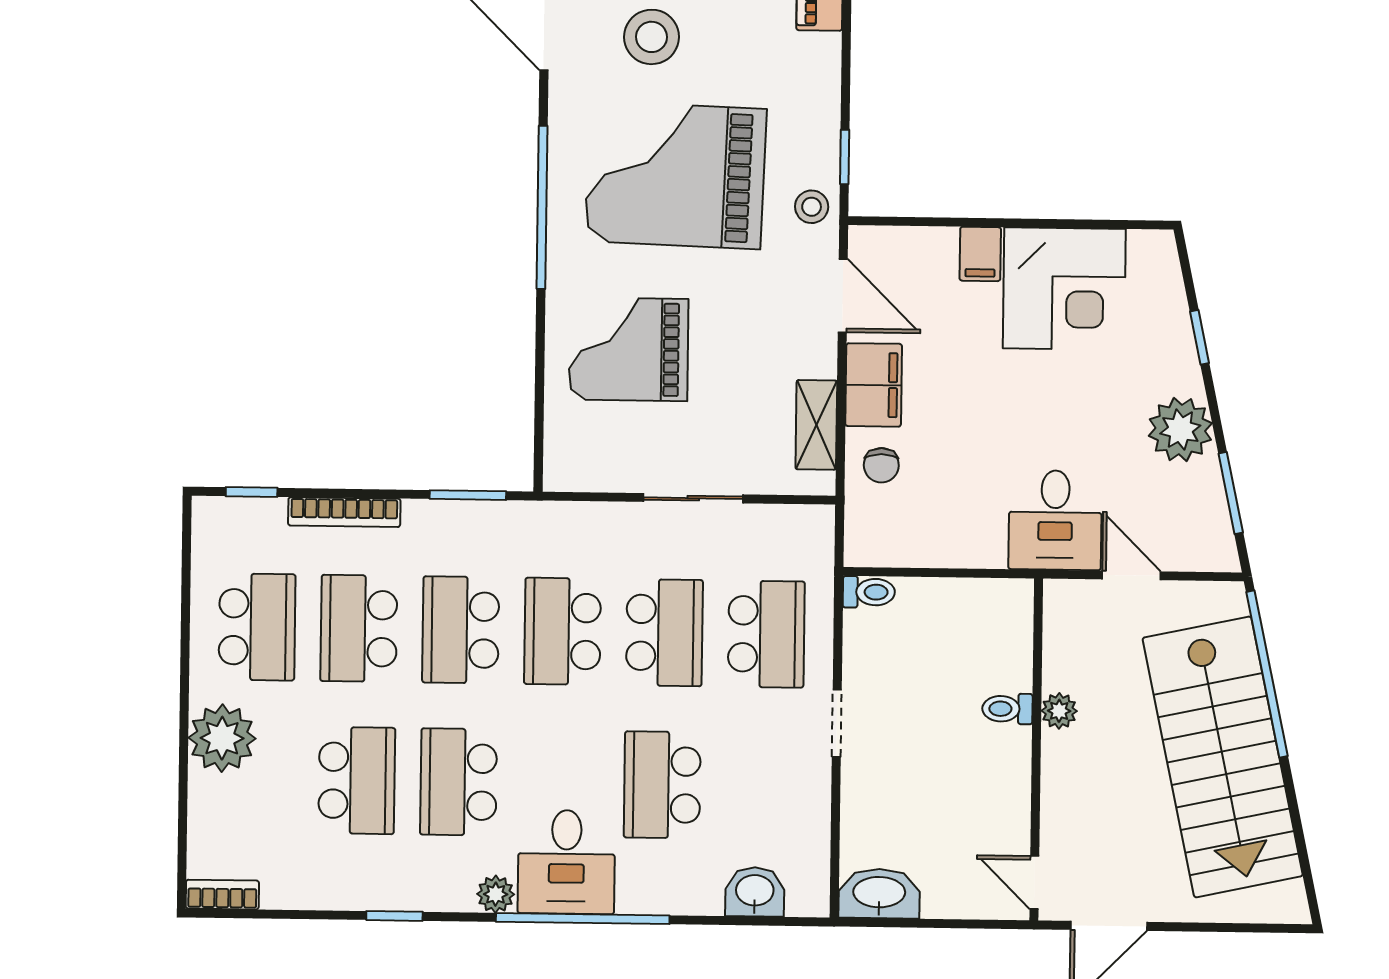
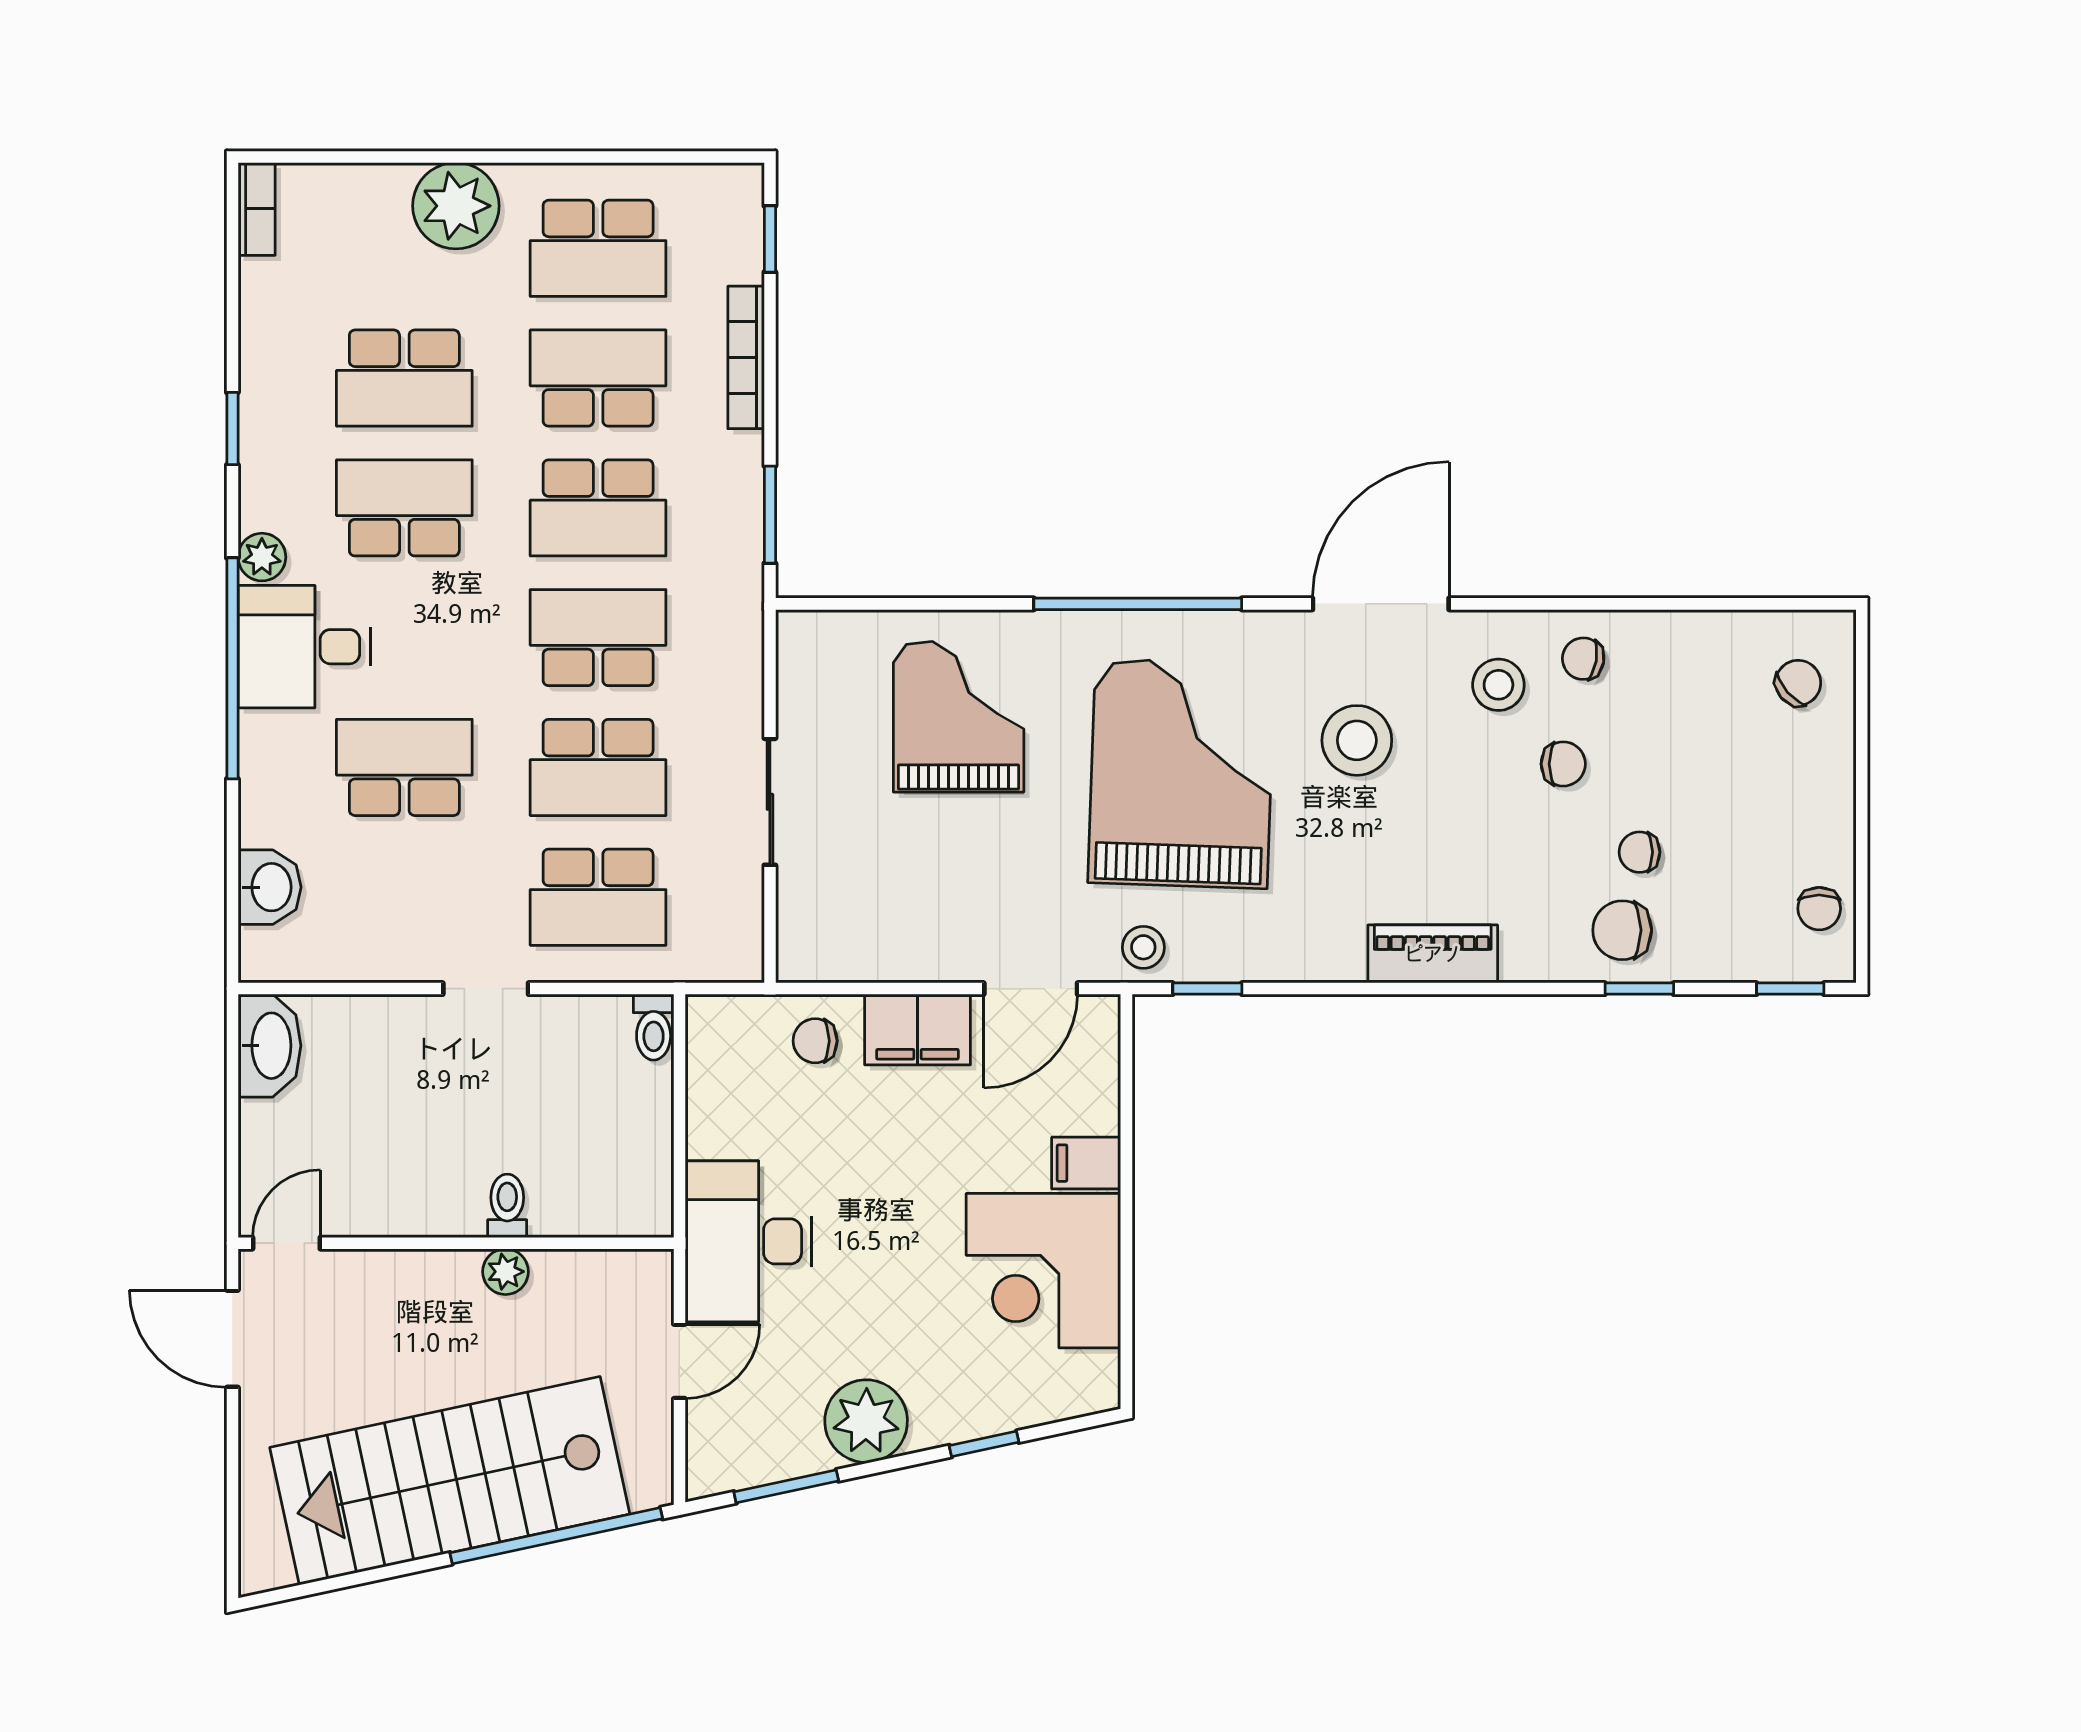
shelving: (816, 425) -> (866, 957), removed
desk: (1055, 520) -> (748, 1241), width x1.37
school desk: (461, 630) -> (598, 508), turned 180

